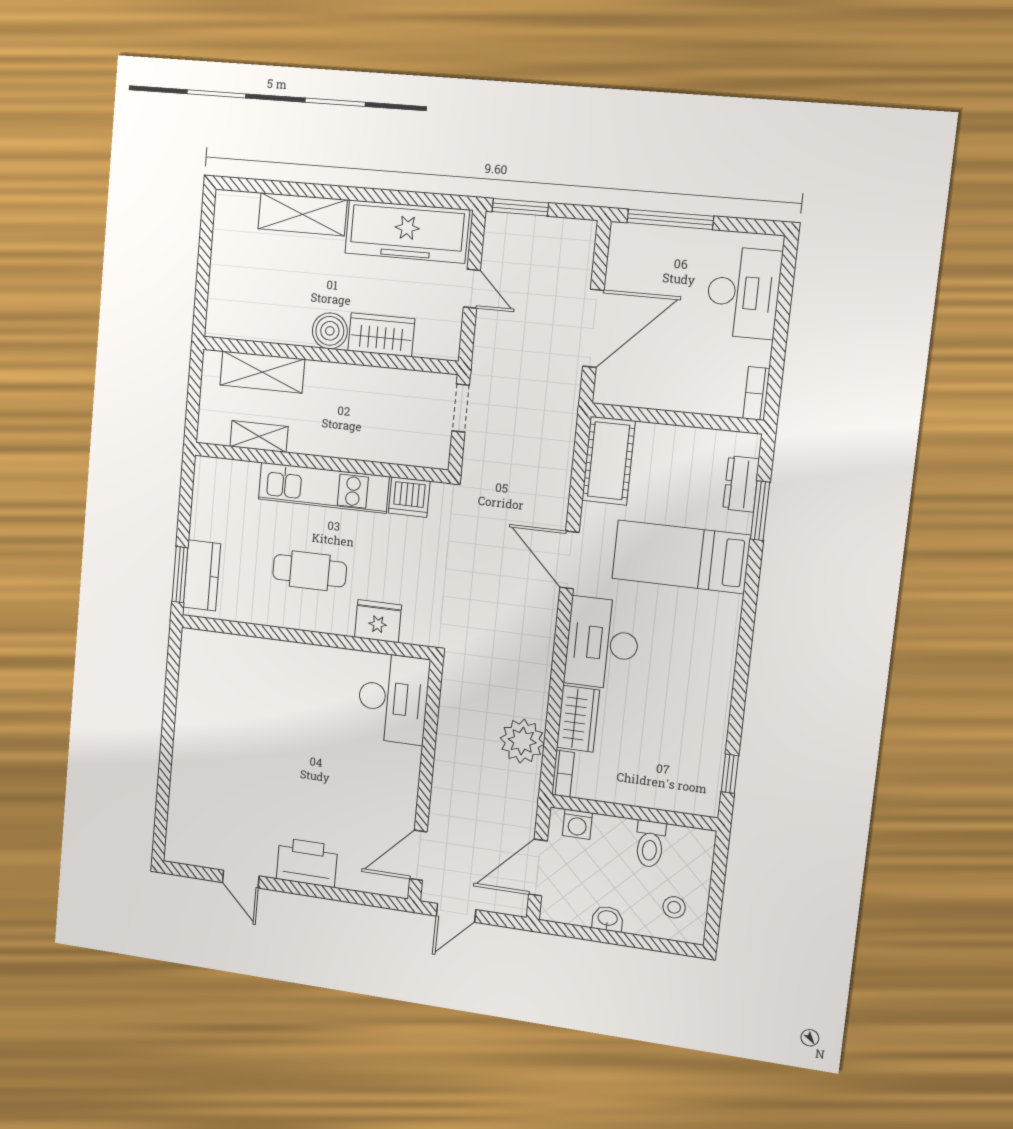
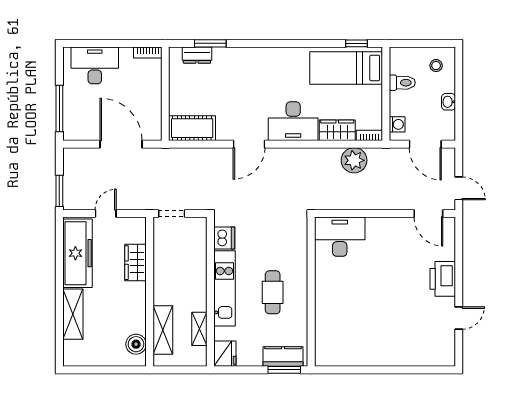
boiler: (330, 331) -> (136, 344), moved
bed: (681, 557) -> (346, 68), moved, turned 90
fridge: (378, 621) -> (225, 354), moved, turned 180

